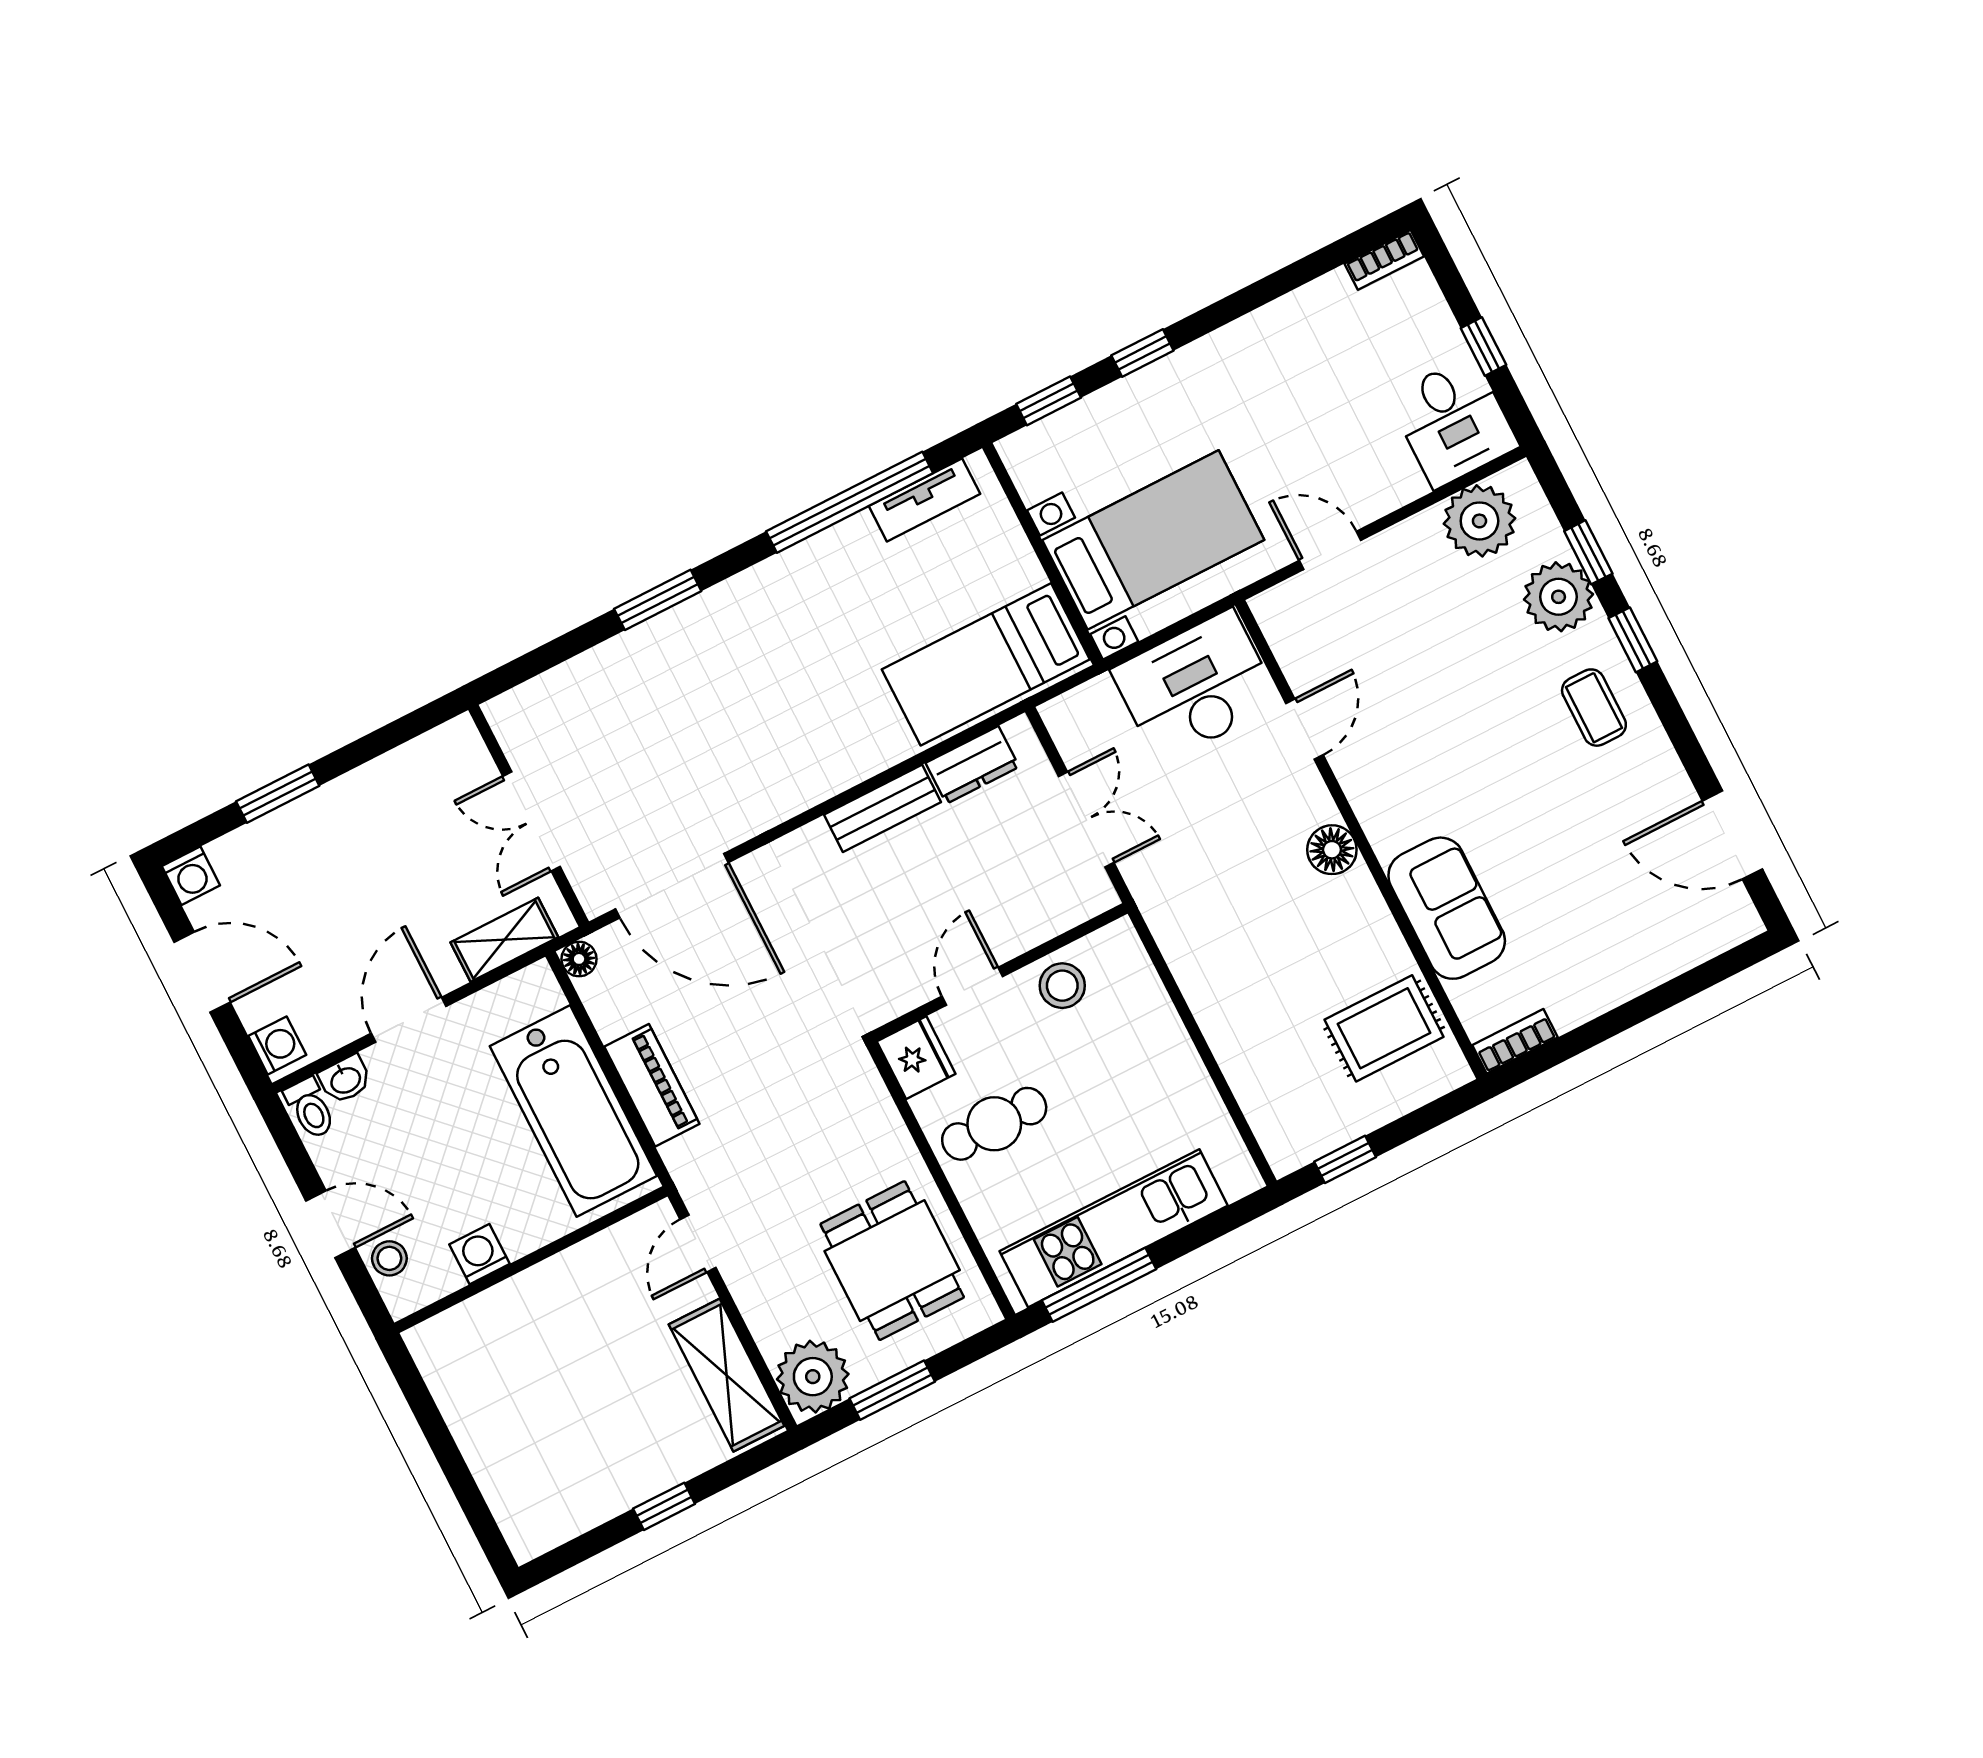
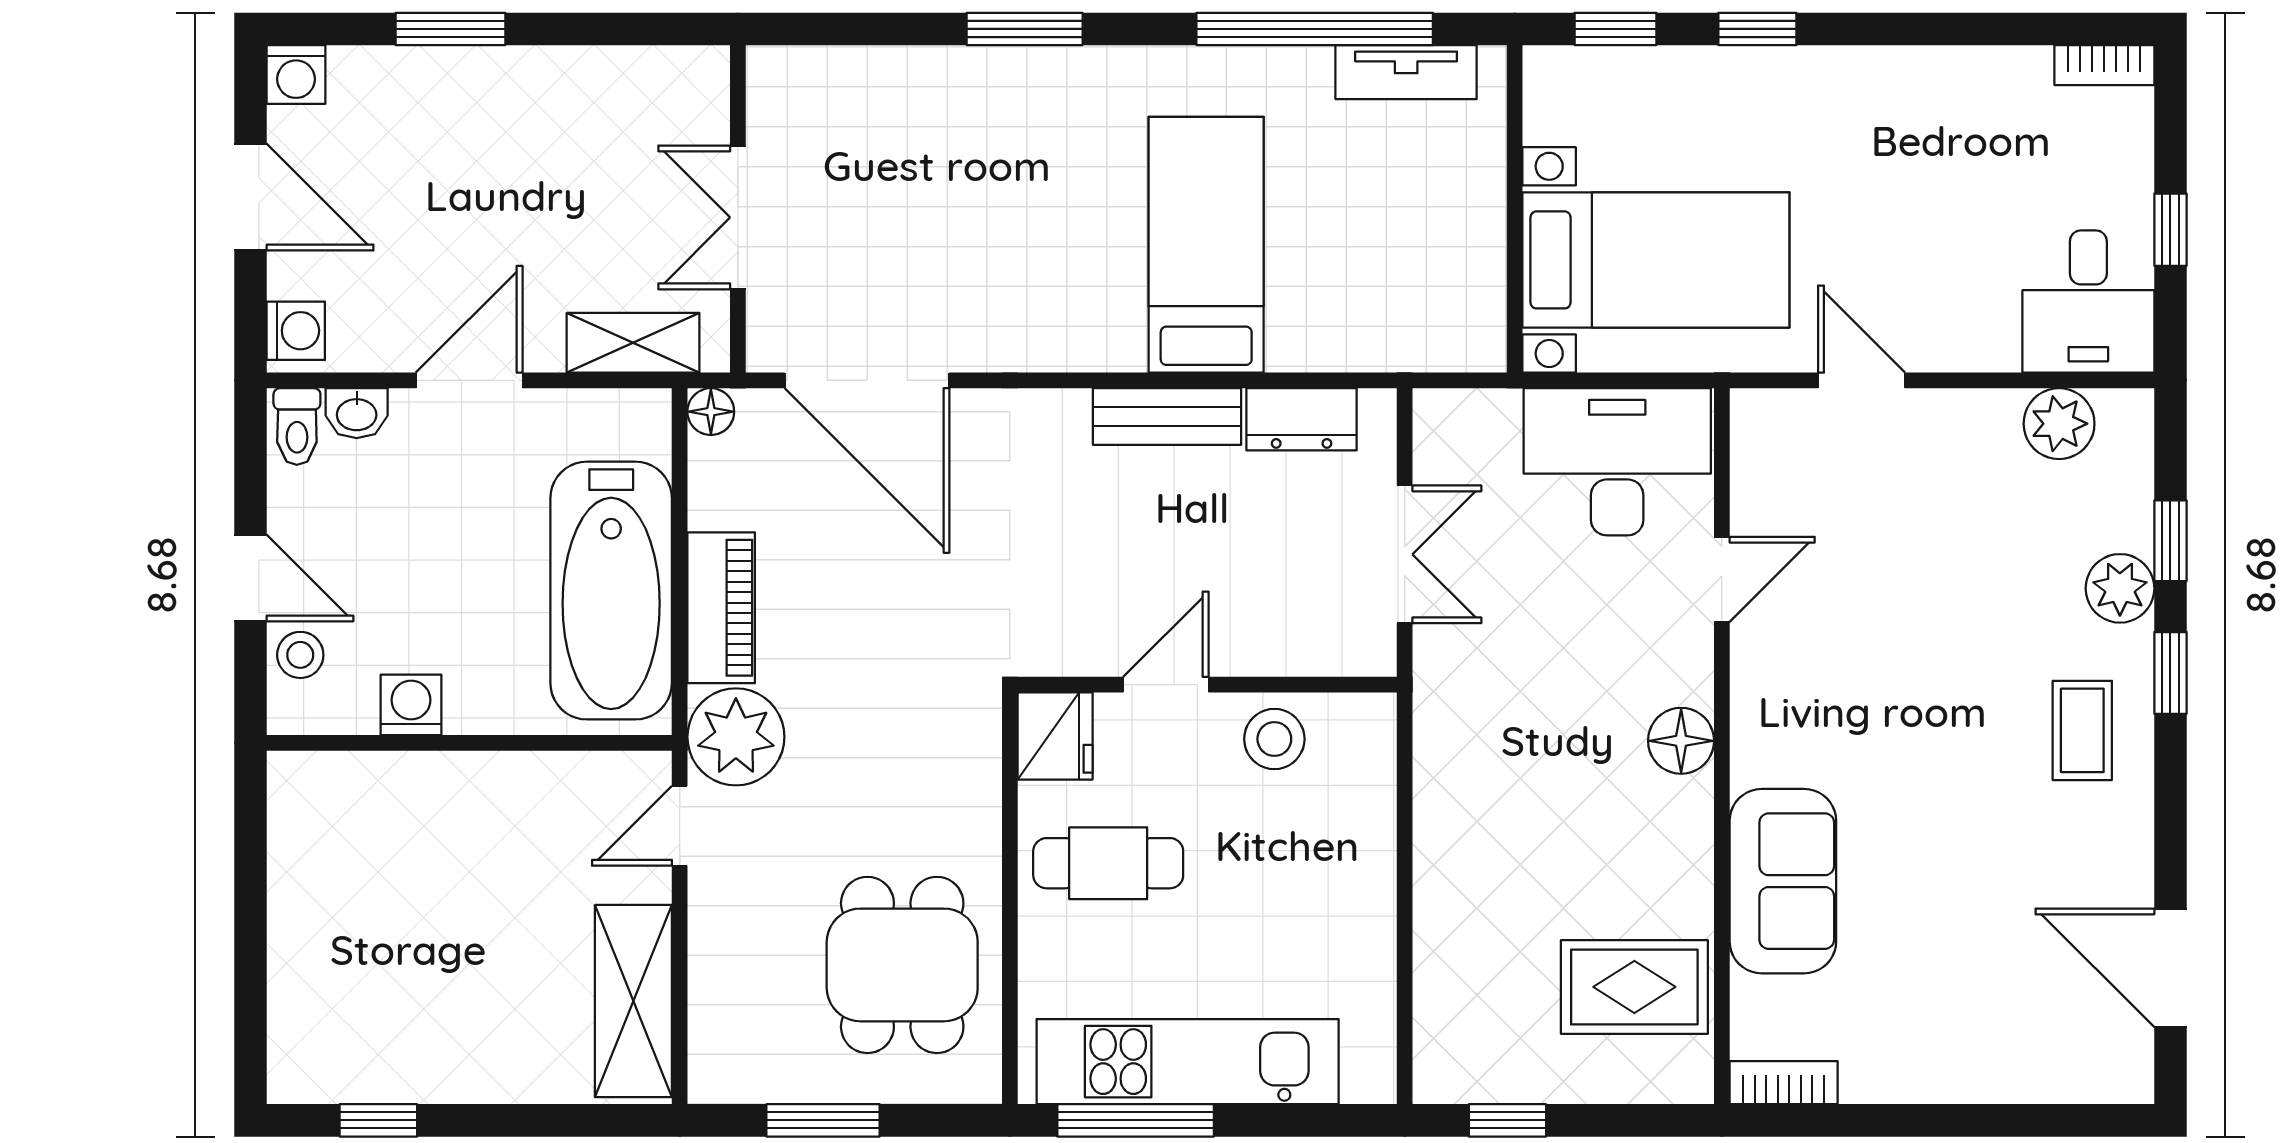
plant: (1479, 521) -> (2059, 424), width x0.73, depth x0.73
plant: (1559, 597) -> (2120, 588), width x0.73, depth x0.73
bed: (986, 664) -> (1206, 245), moved, turned 90
plant: (813, 1377) -> (736, 737), moved
window: (664, 1506) -> (378, 1120), moved

